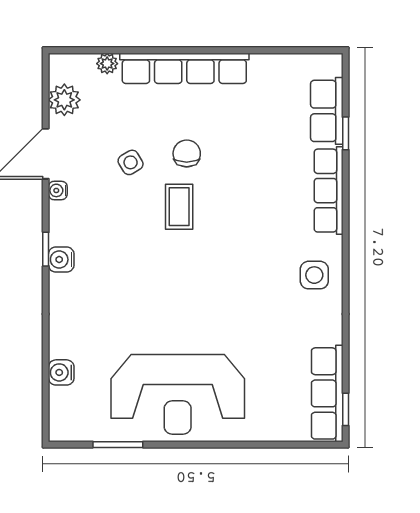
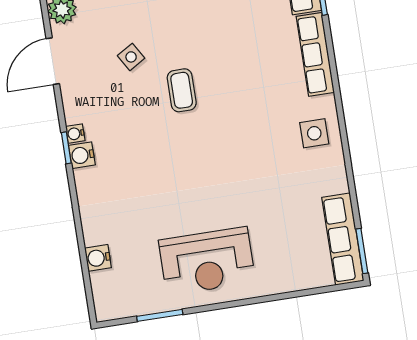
chair: (187, 153) -> (181, 41), removed
water cooler: (58, 190) -> (75, 134), moved
reception desk: (178, 394) -> (207, 261), width x0.74, depth x0.77
window: (346, 409) -> (362, 251), width x1.50

